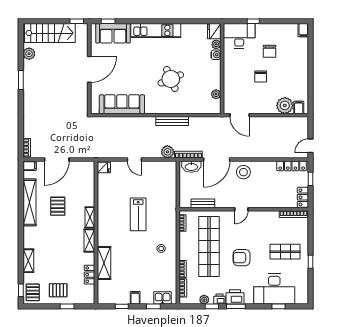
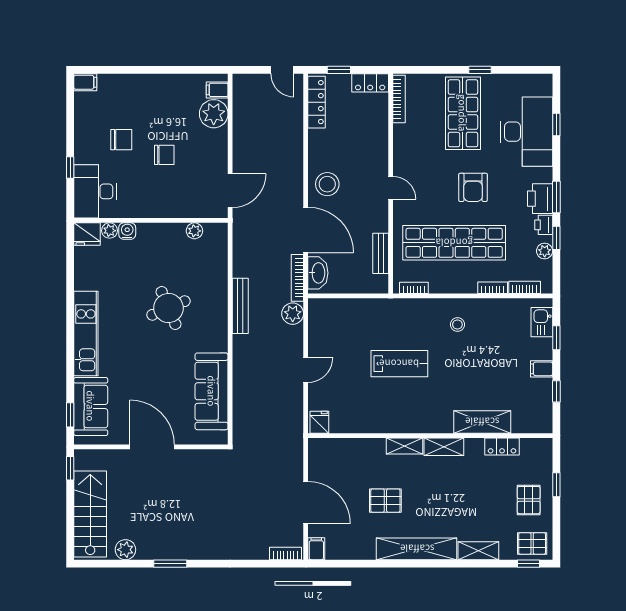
shelving: (29, 202) -> (417, 549), moved
shop shelf: (285, 252) -> (463, 113), width x1.43, depth x1.36

